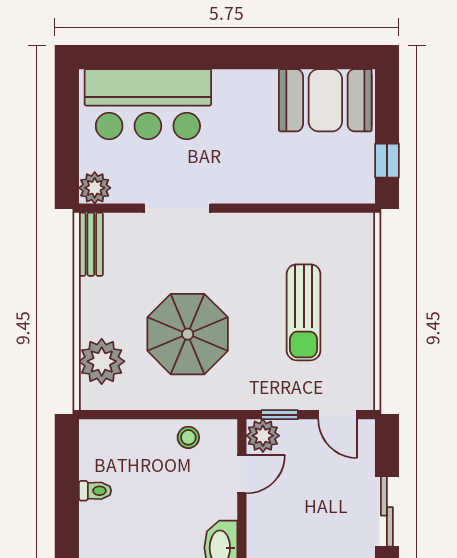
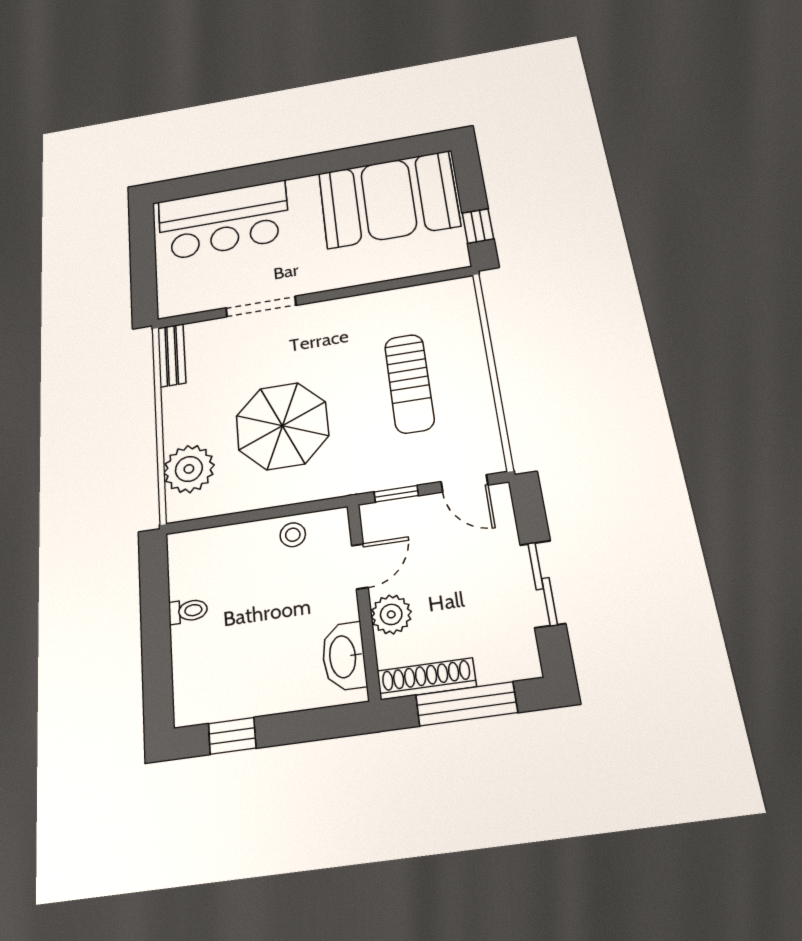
booth: (325, 100) -> (389, 199), width x1.36, depth x1.42
plant: (95, 188) -> (173, 303), removed
plant: (263, 436) -> (391, 614), moved

